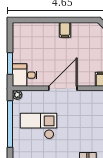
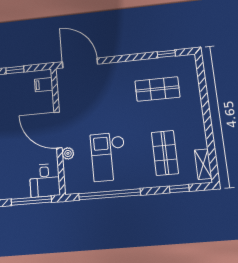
window: (10, 64) -> (31, 201), width x1.44
plant: (17, 95) -> (68, 153), moved

